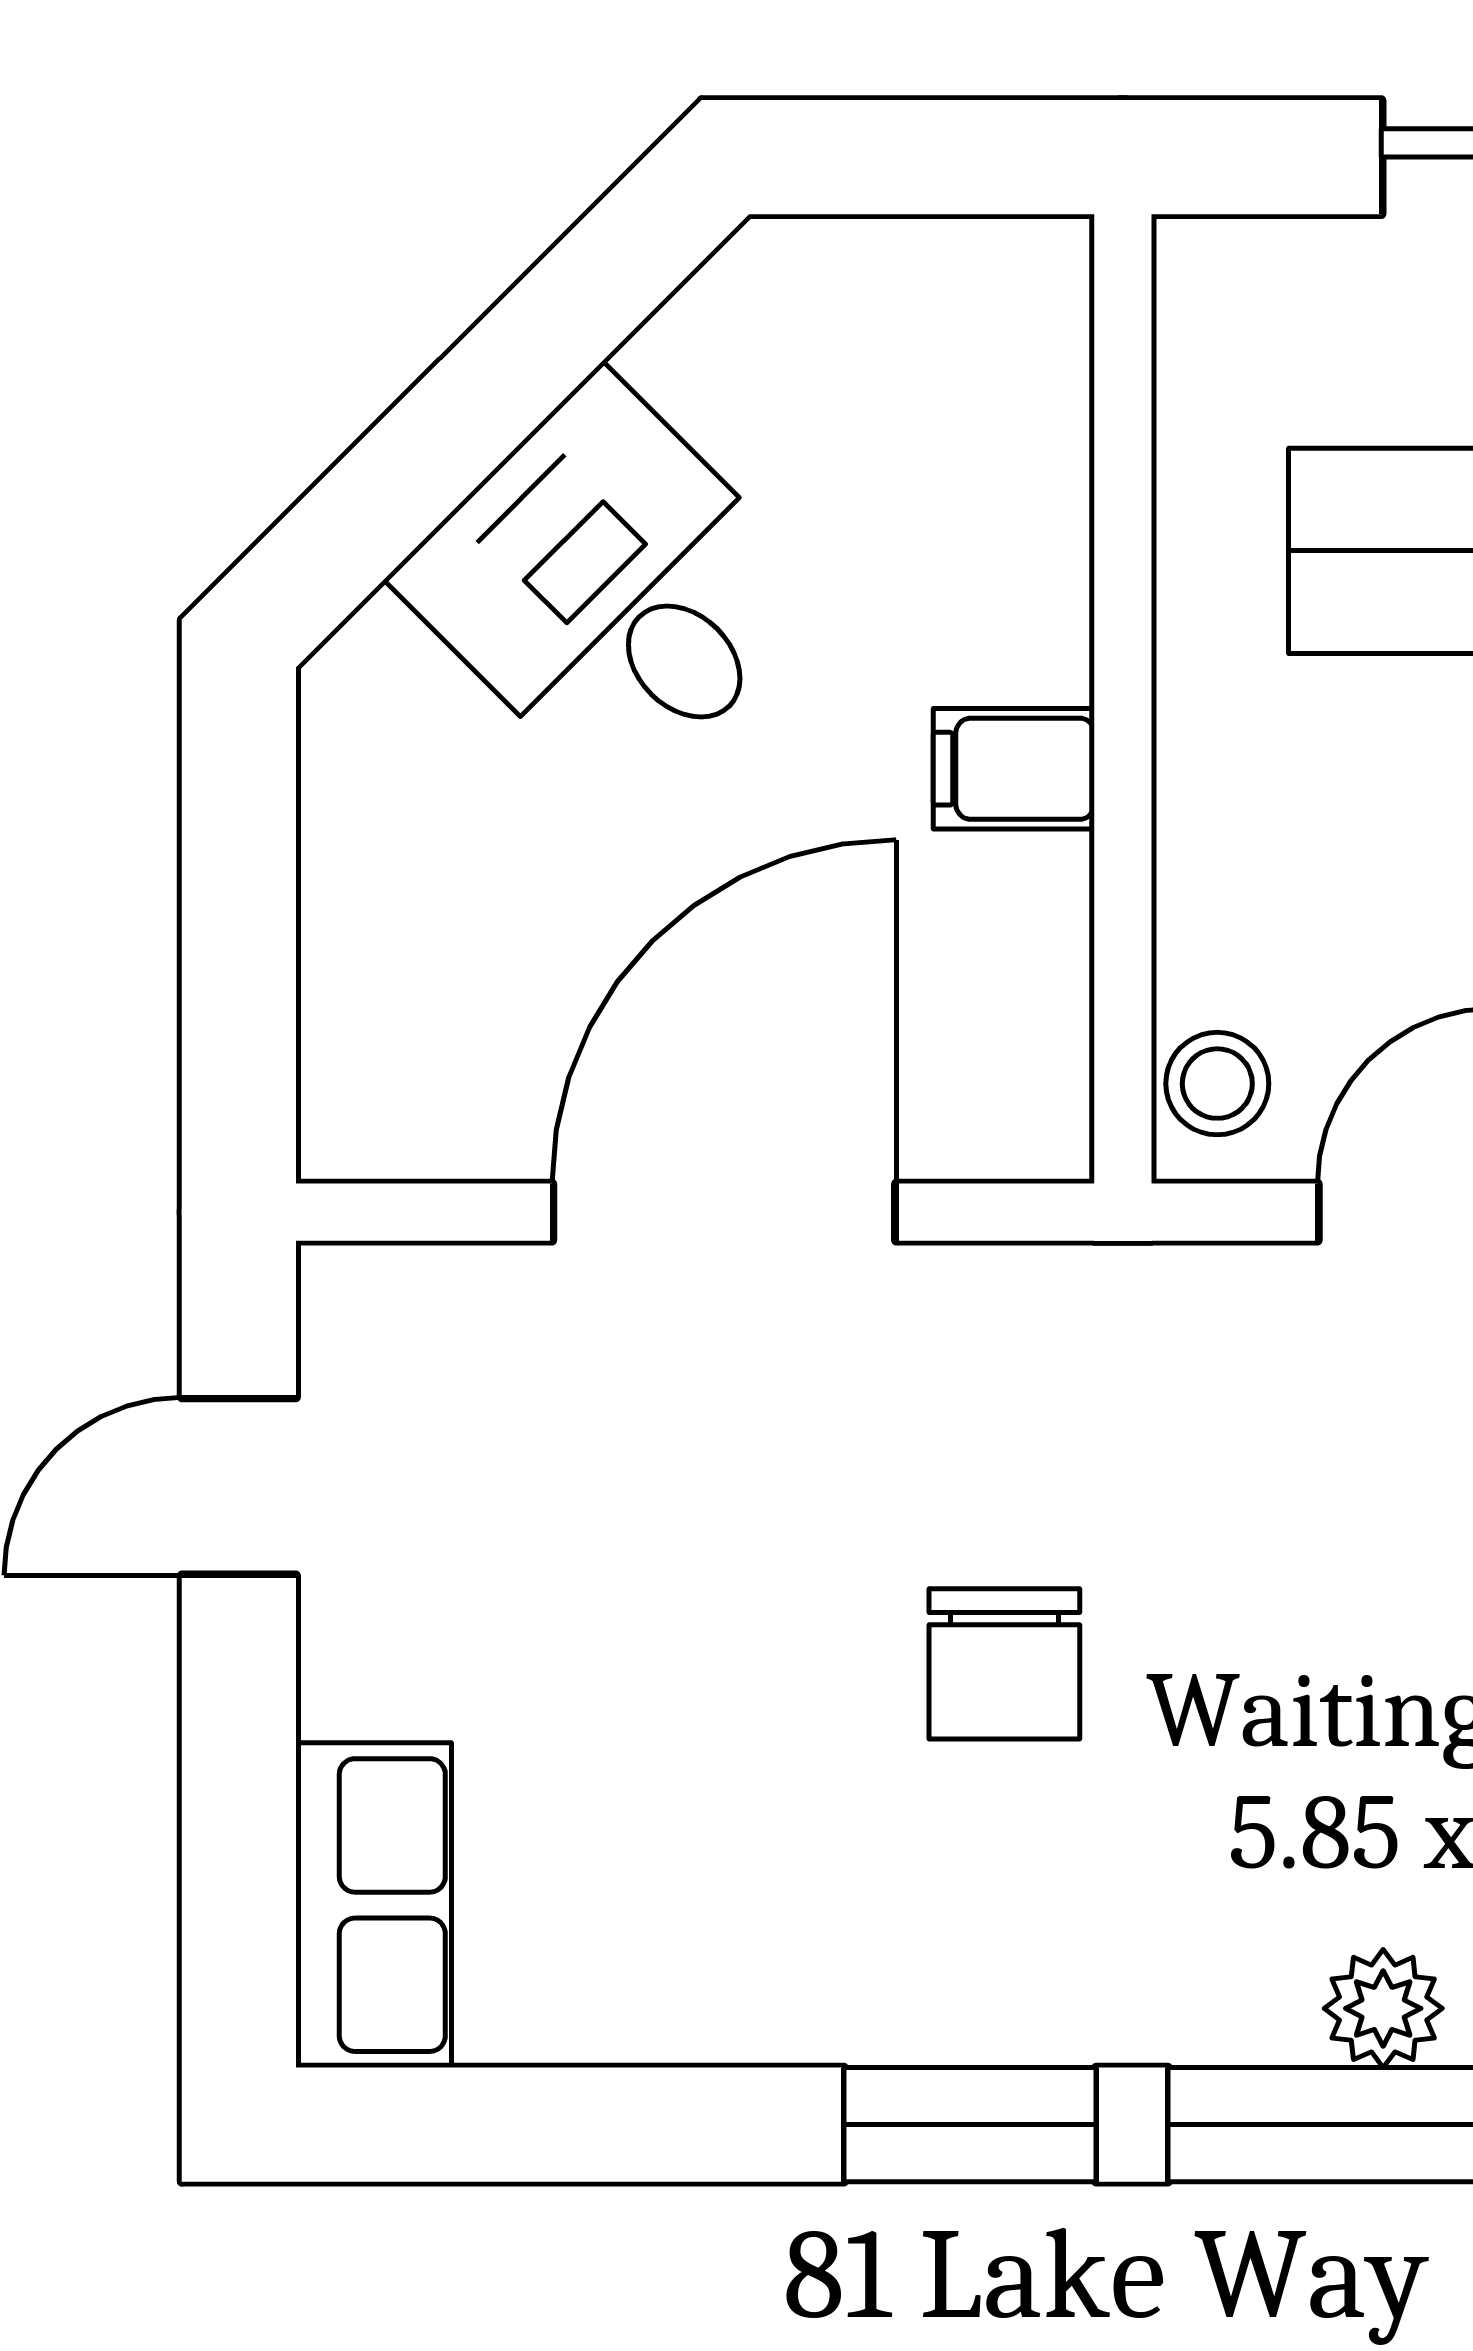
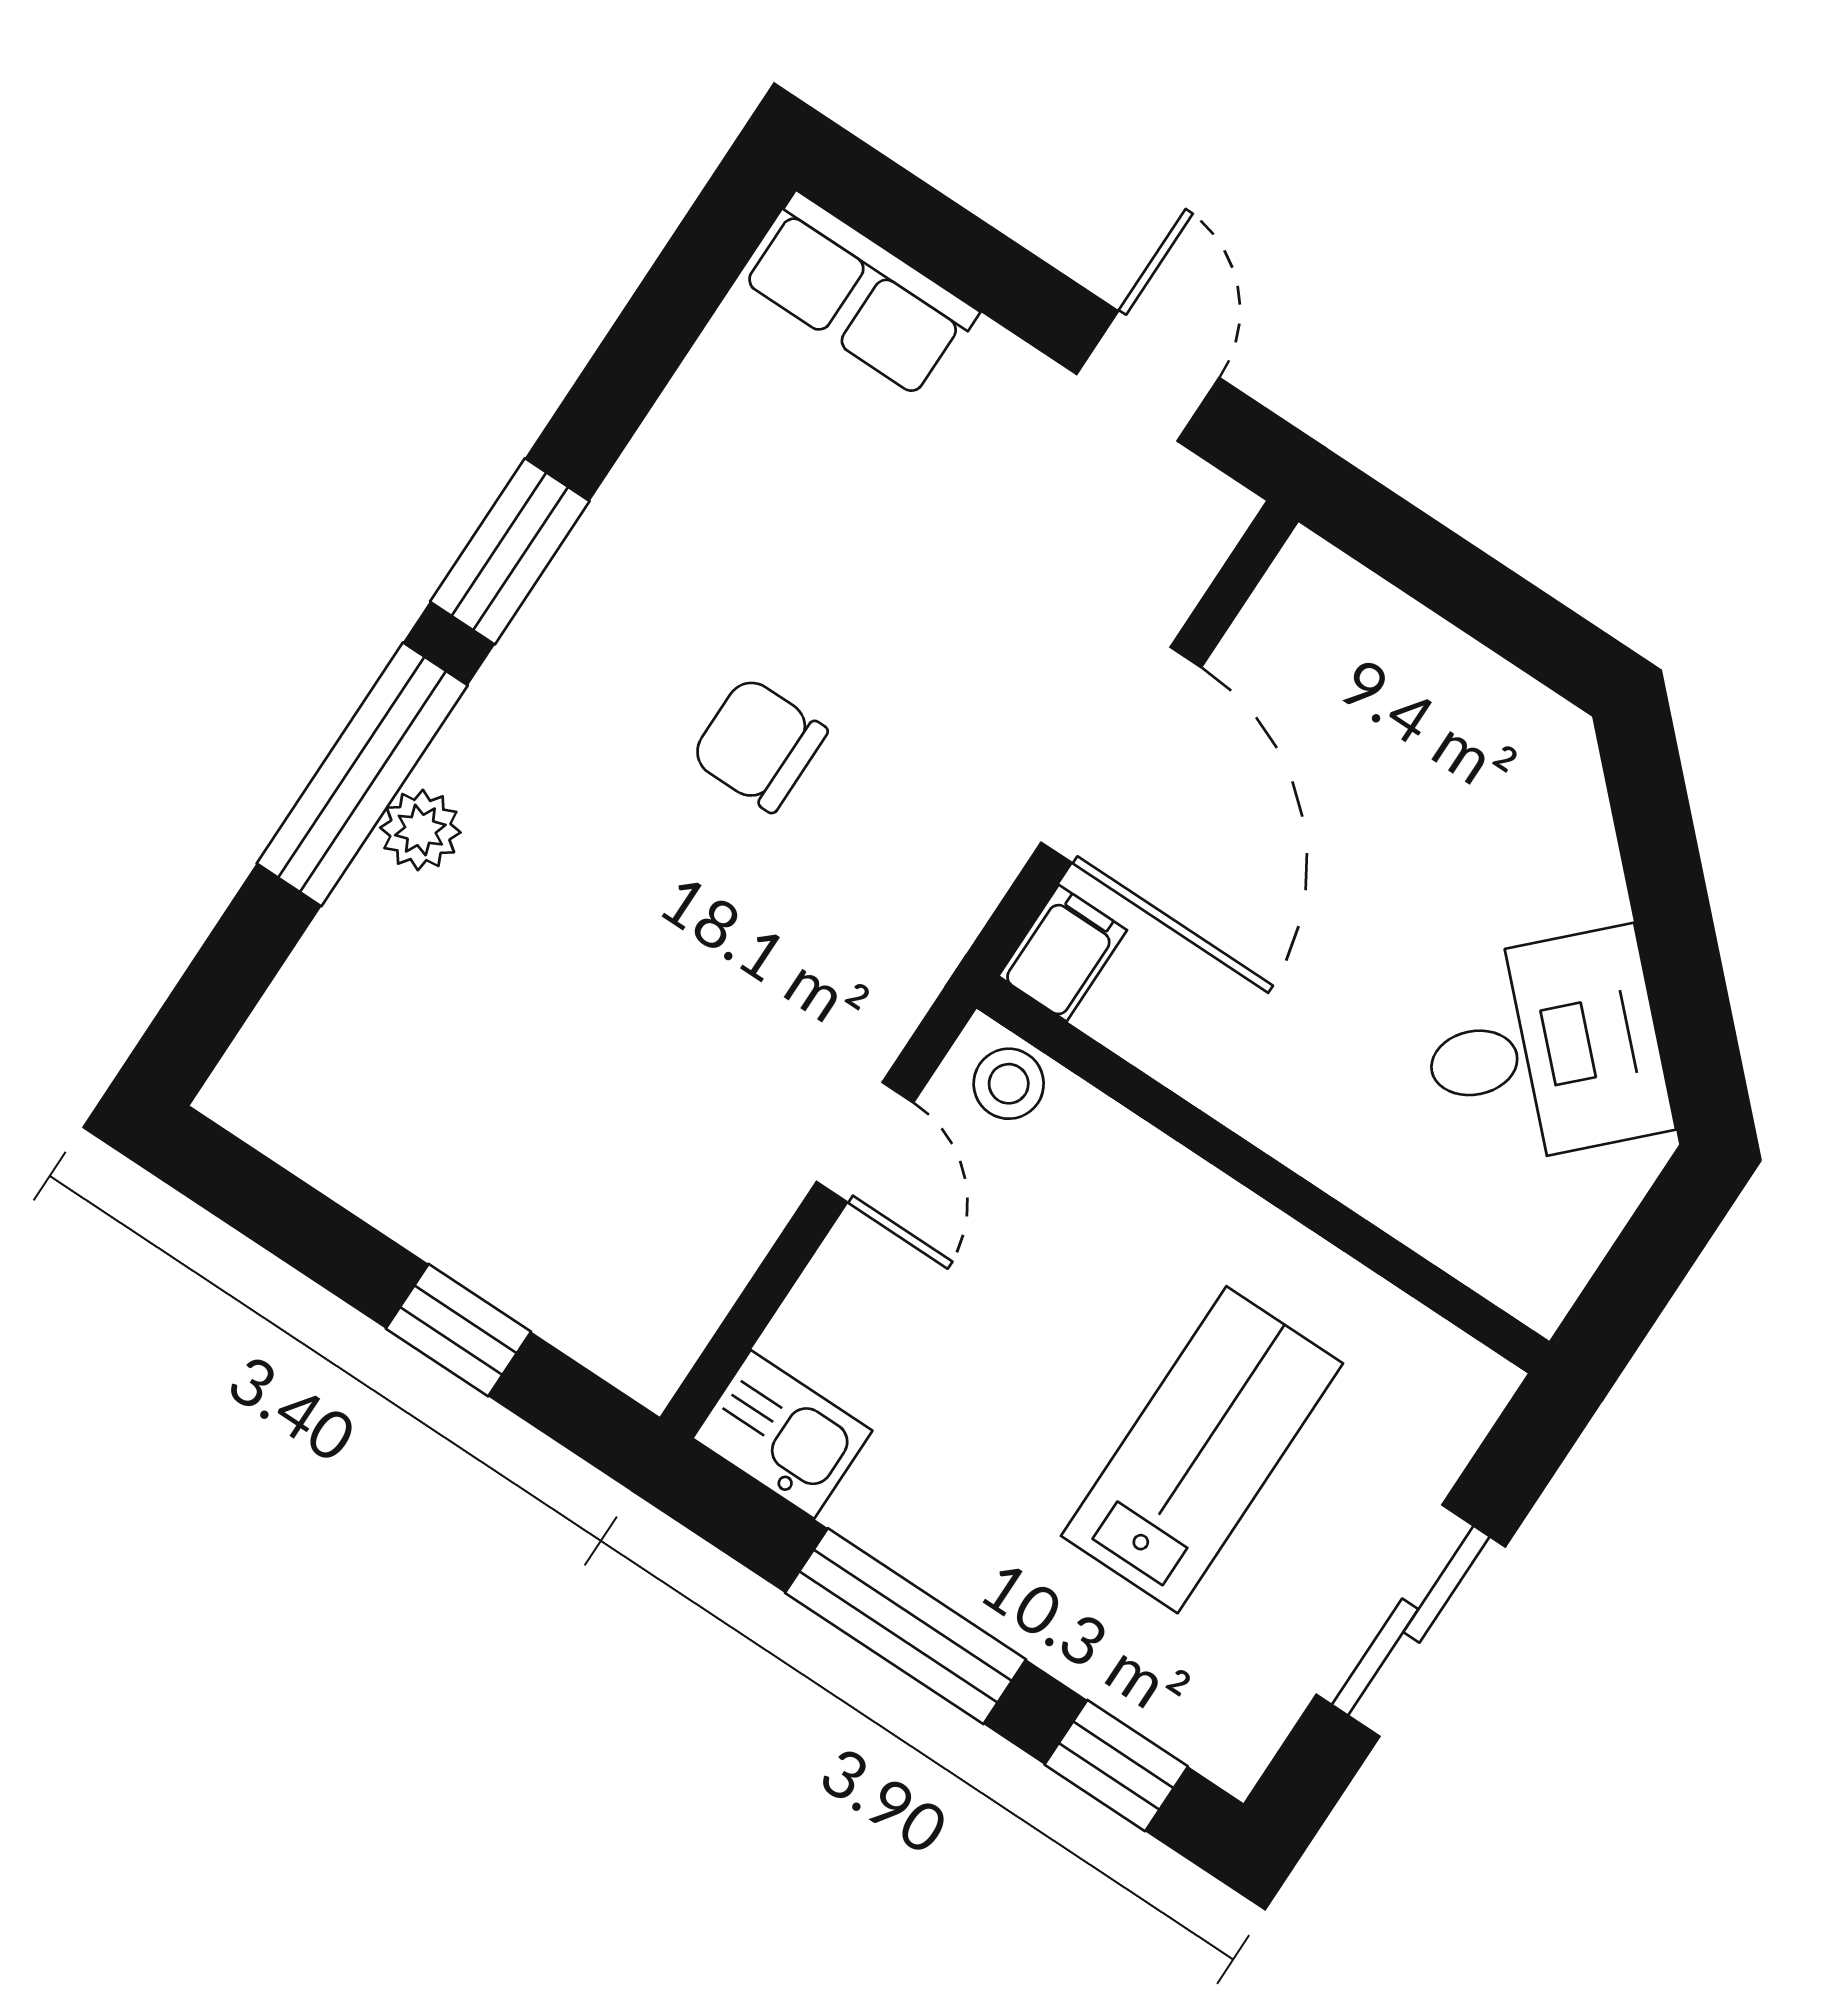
desk: (611, 588) -> (1544, 1049), moved
filing cabinet: (1014, 769) -> (1063, 953), moved

